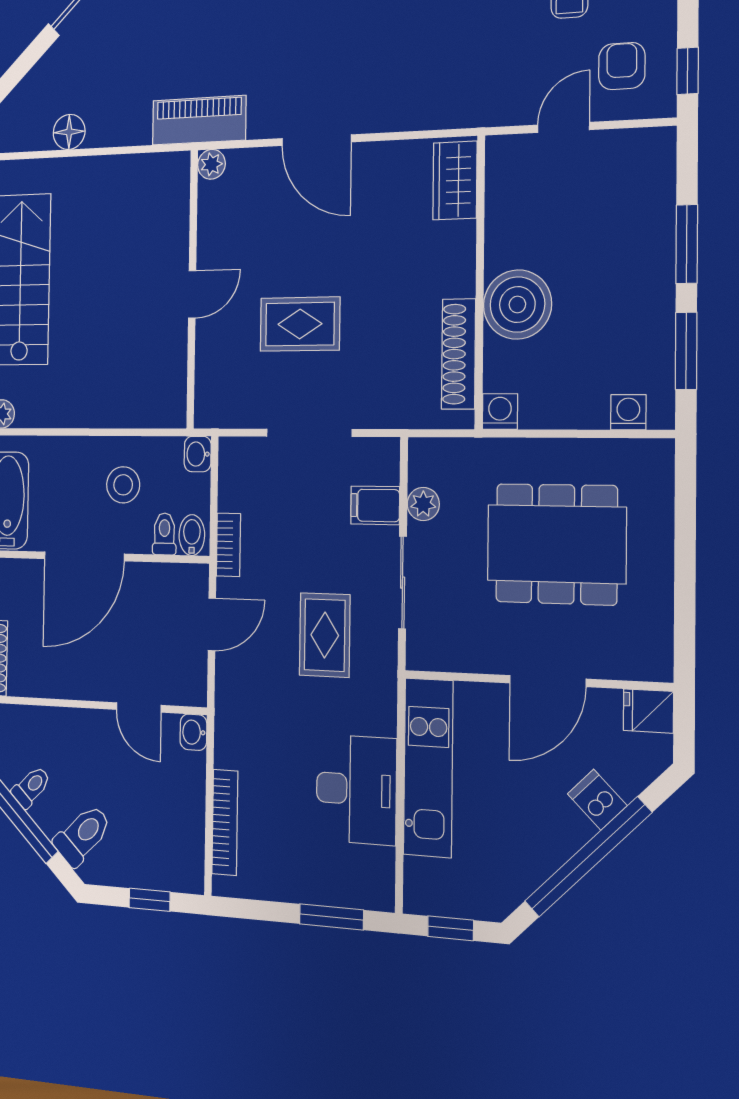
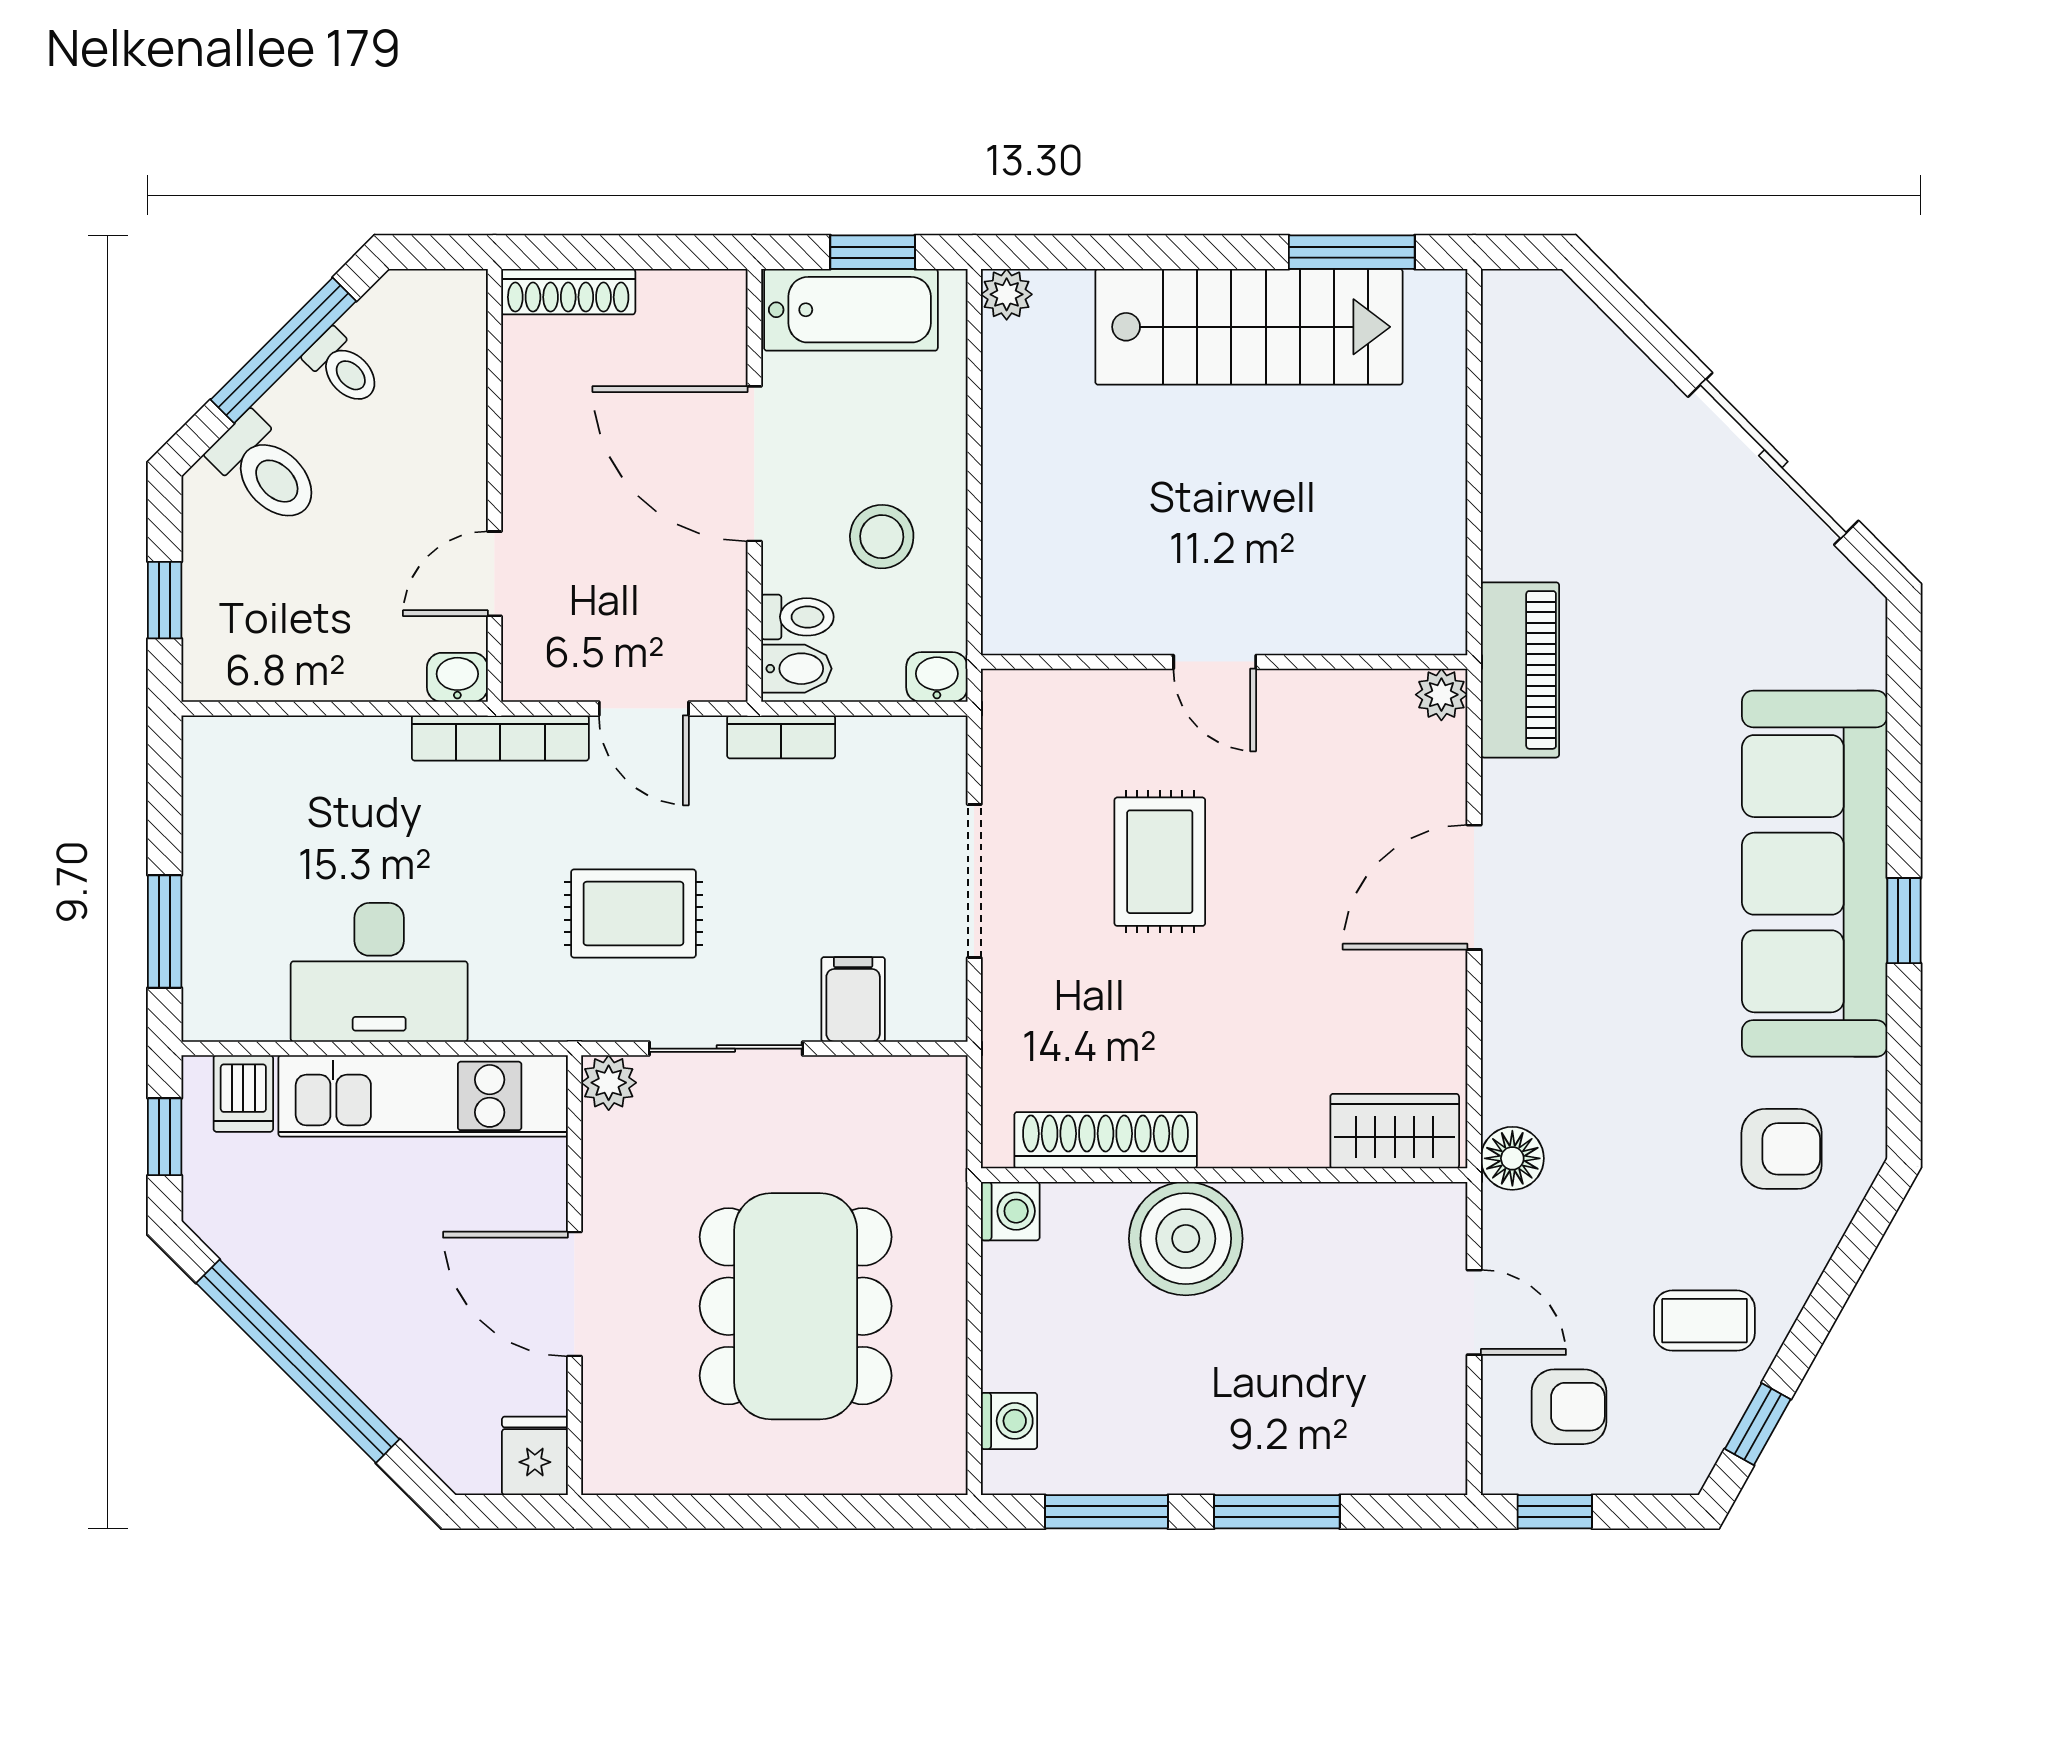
floor lamp: (69, 132) -> (1512, 1158), moved
plant: (423, 504) -> (609, 1083), moved
dishwasher: (597, 800) -> (243, 1093), moved, turned 135
bookcase: (225, 822) -> (500, 738), moved

